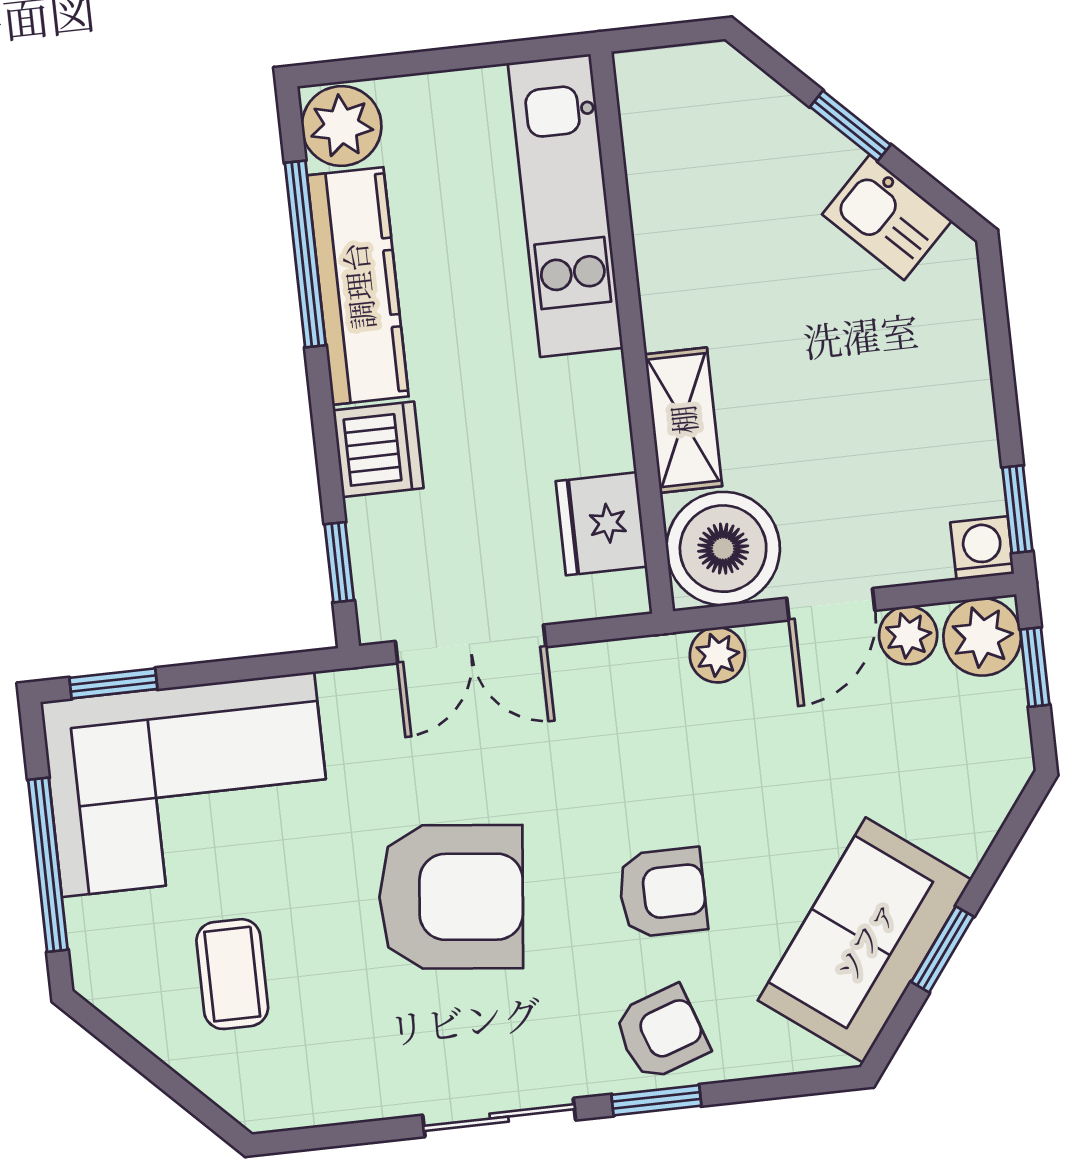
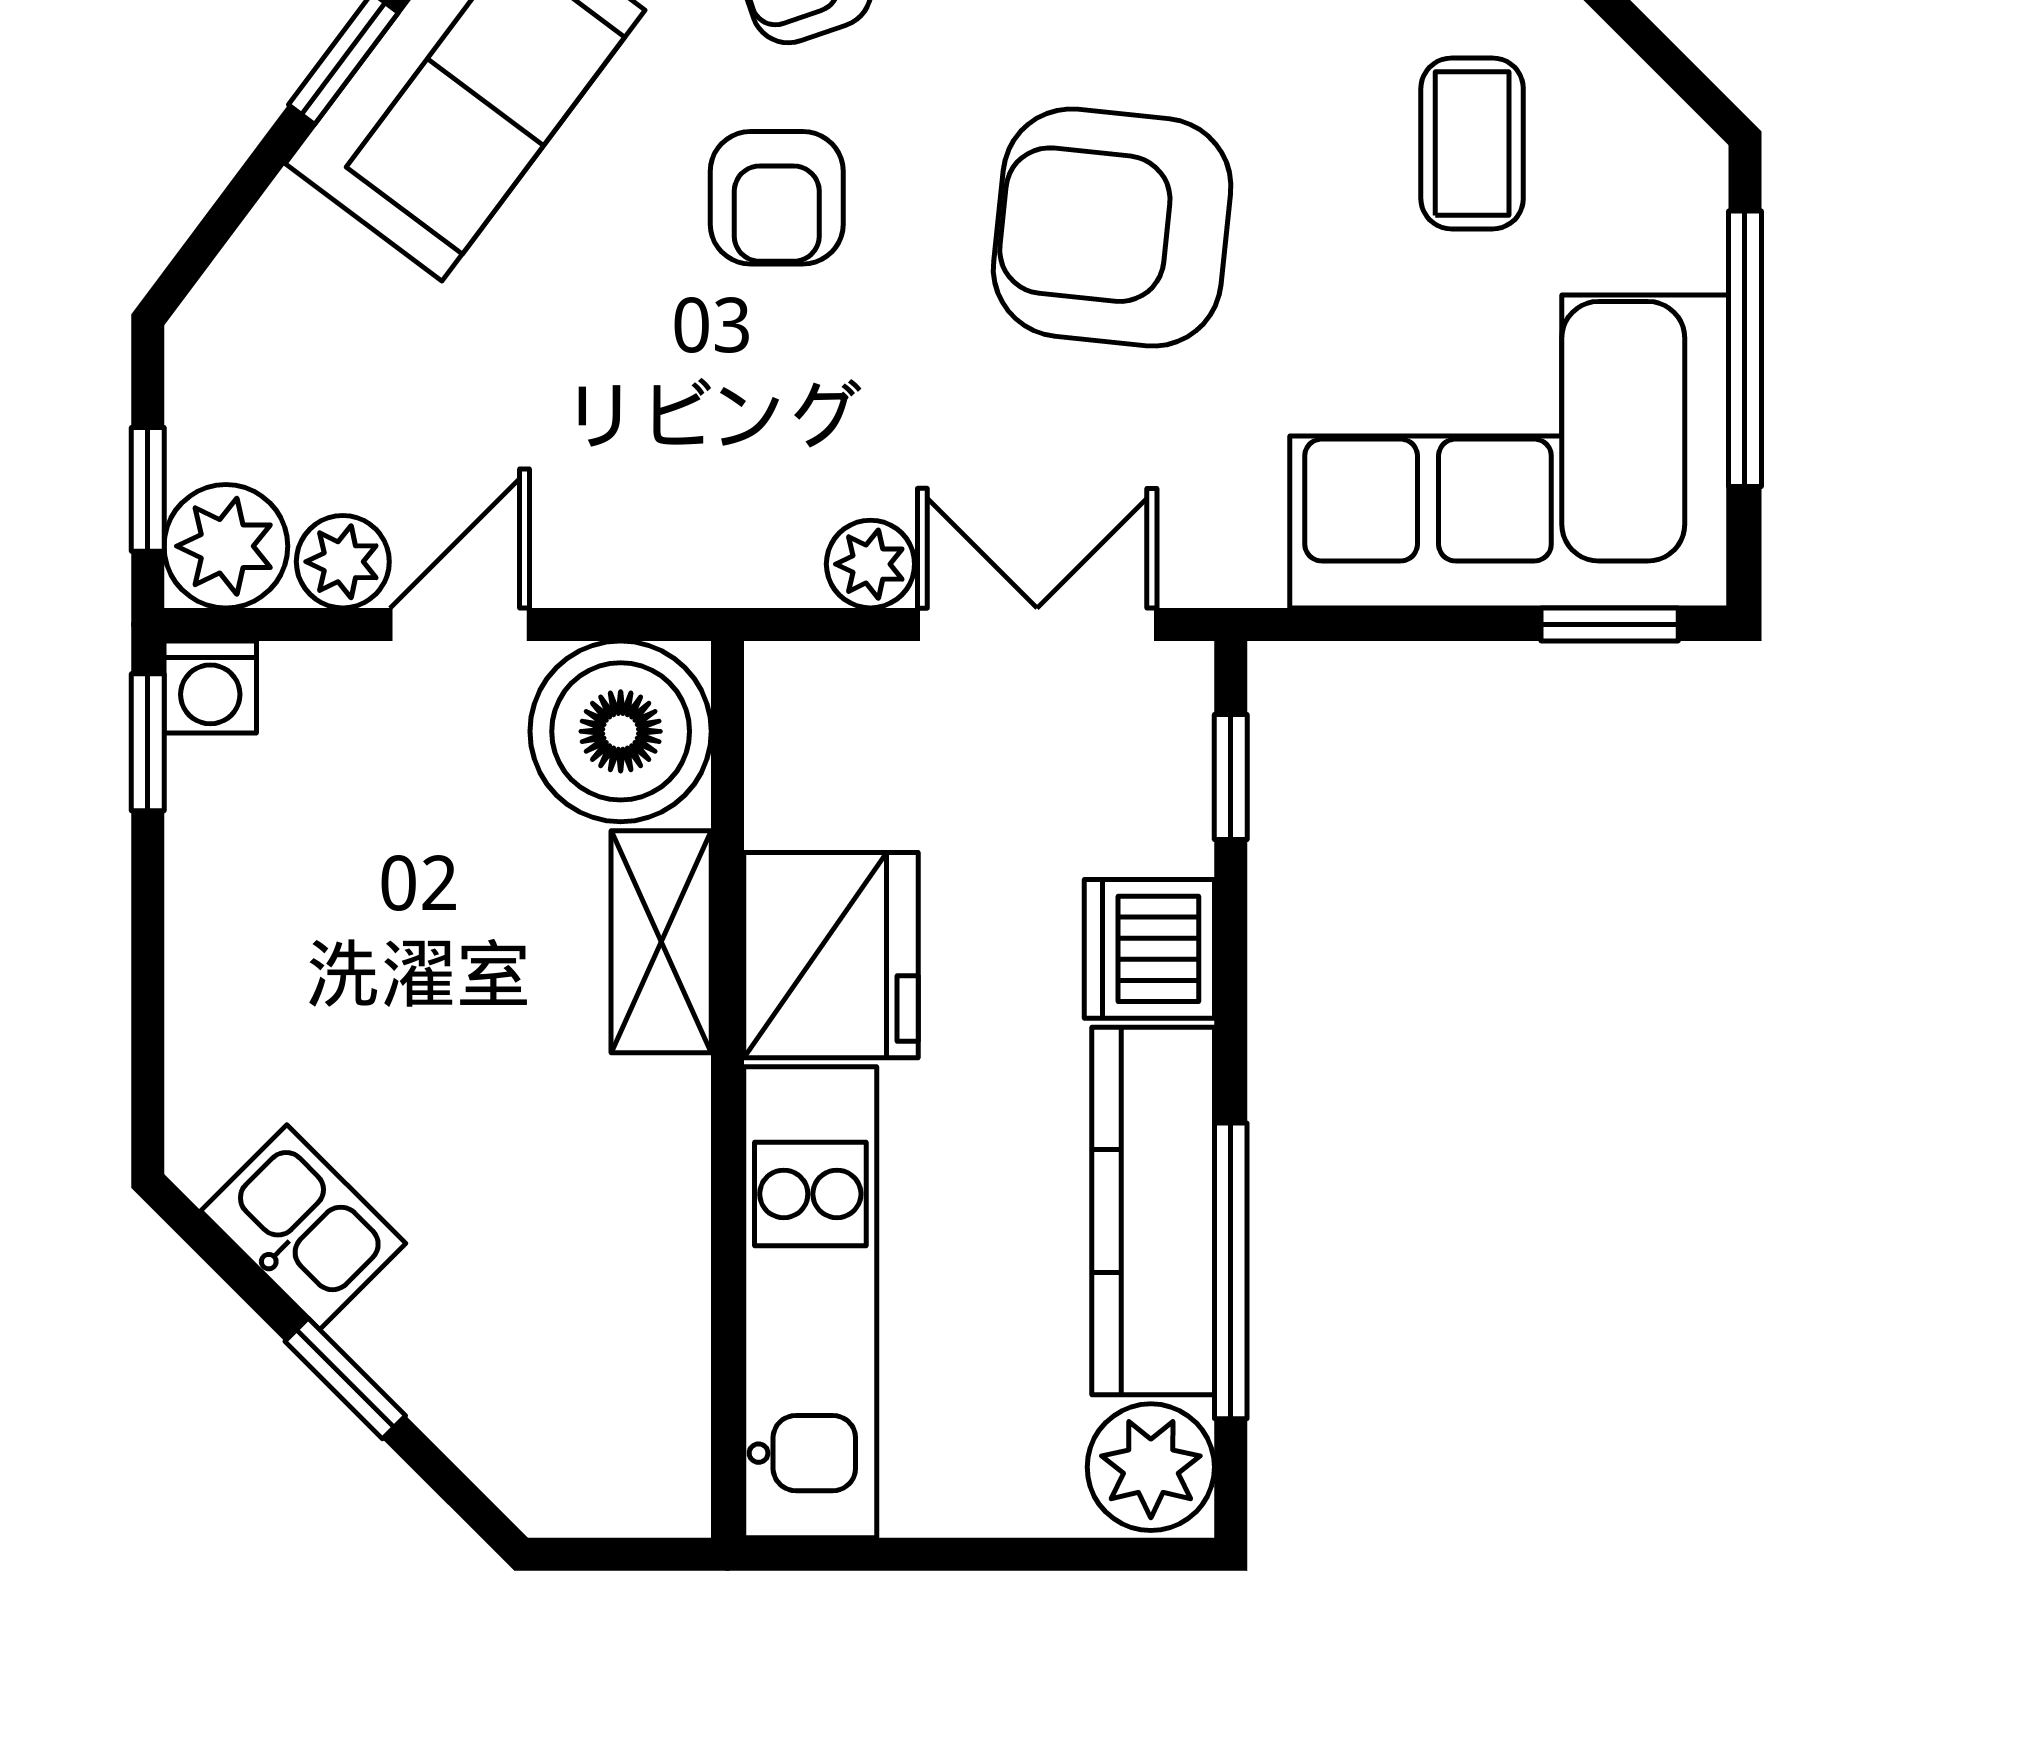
fridge: (601, 524) -> (831, 955), moved, width x1.36, depth x1.34
plant: (717, 655) -> (870, 564), moved
armchair: (662, 892) -> (777, 198), turned -90

